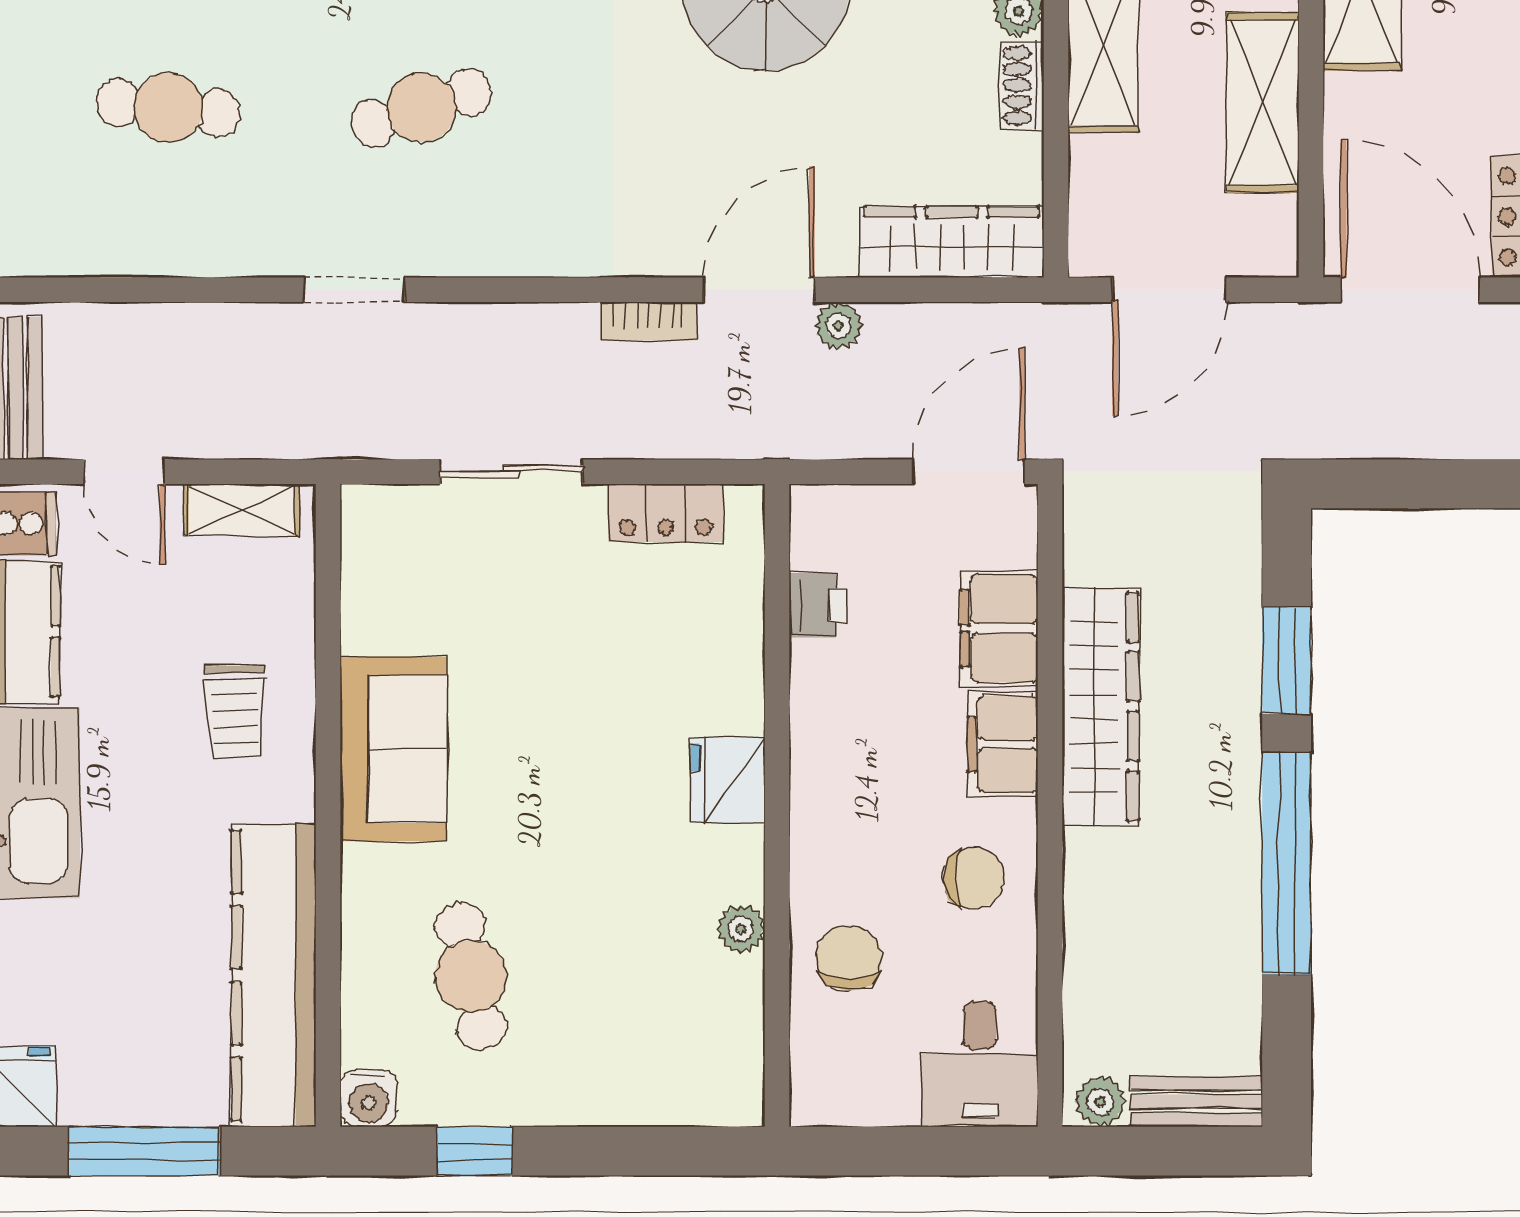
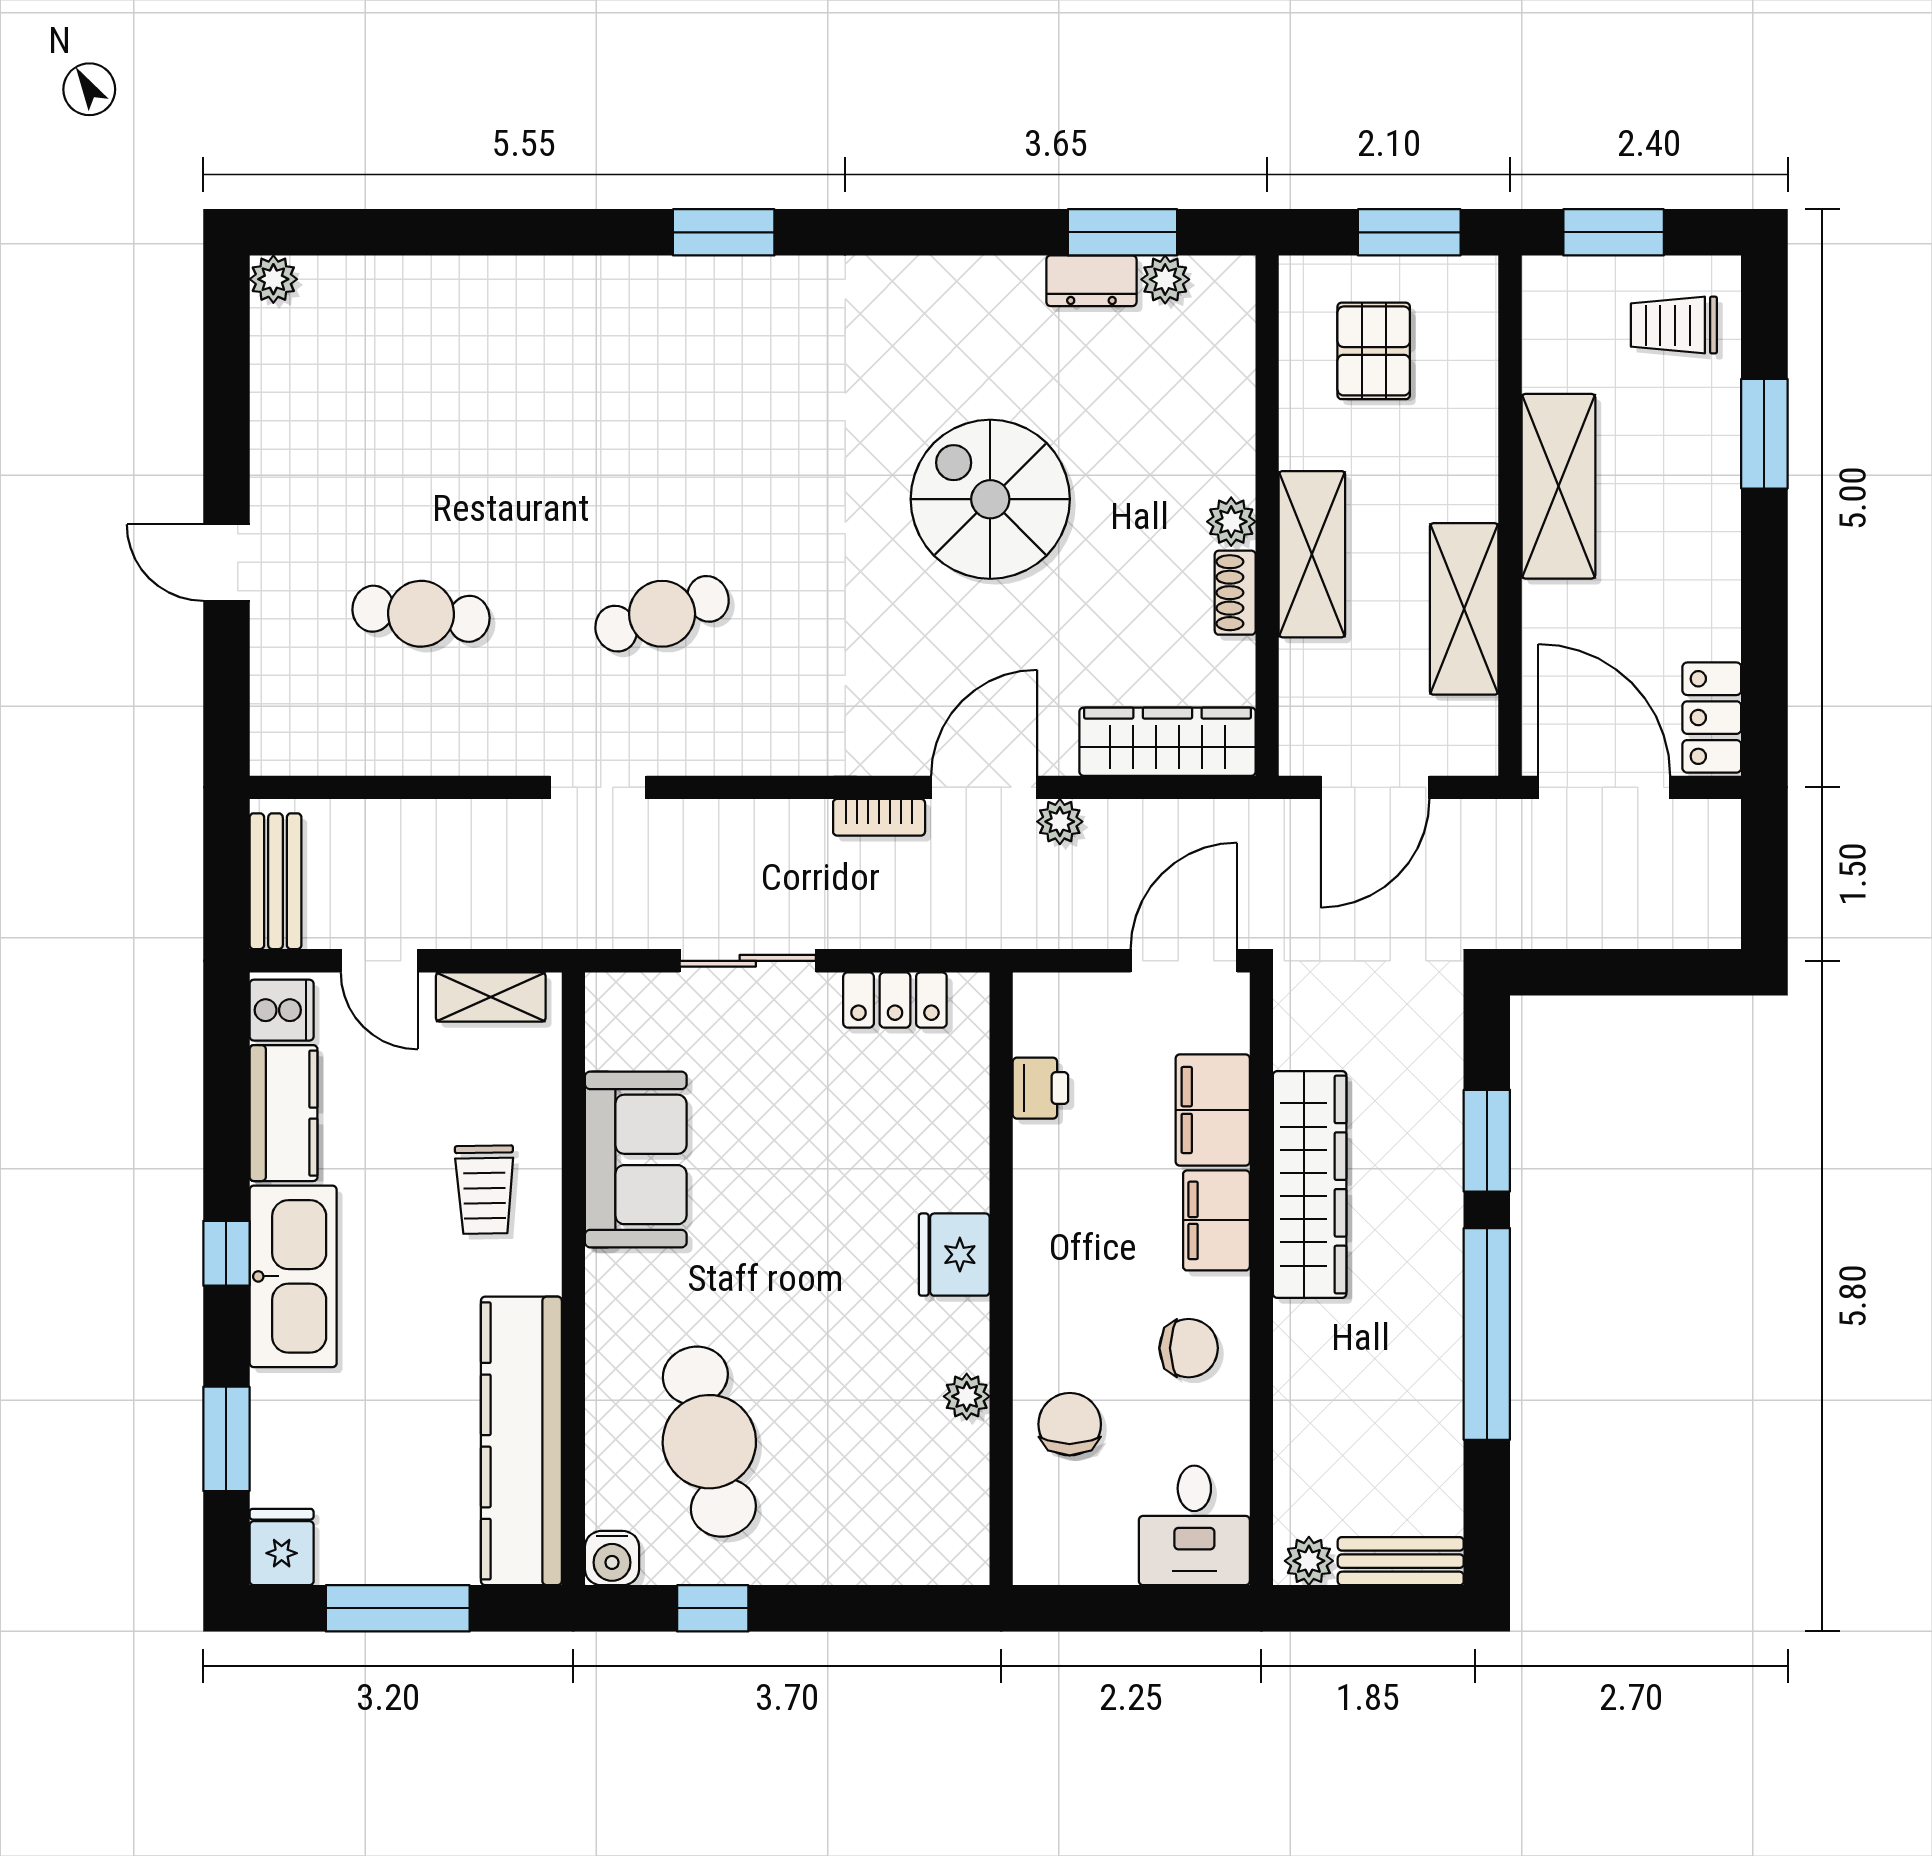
sofa: (394, 749) -> (636, 1159), moved
cafe table: (471, 976) -> (709, 1442), width x1.37, depth x1.35

